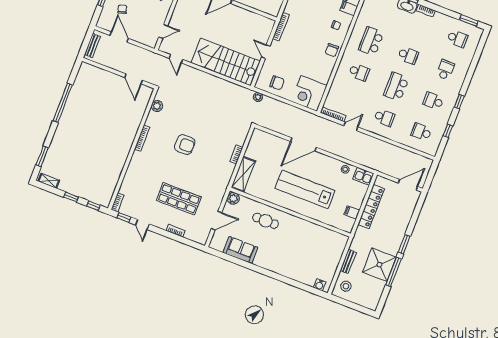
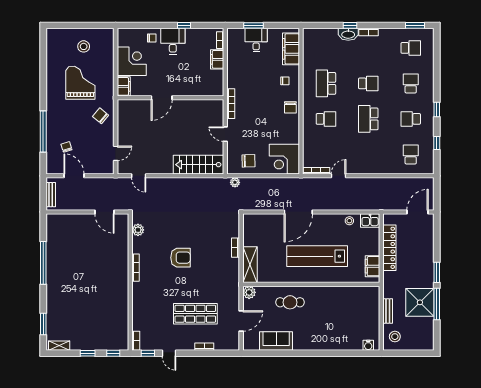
stairs: (226, 62) -> (198, 165), width x0.73, depth x0.66
school desk: (384, 118) -> (368, 154), removed
school desk: (421, 132) -> (411, 154), turned 90
filing cabinet: (352, 212) -> (373, 266), width x2.00

